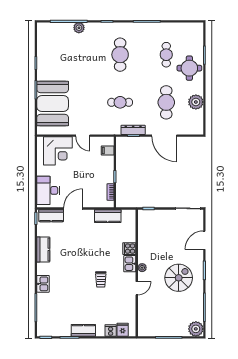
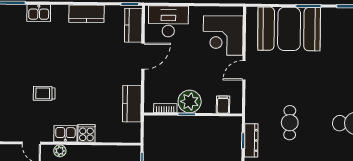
plant: (106, 175) -> (190, 102), added
door: (73, 208) -> (143, 56), hinge flipped

